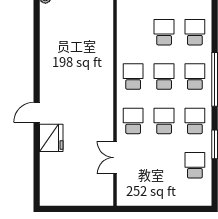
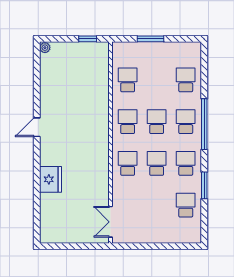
school desk: (164, 32) -> (128, 80), moved
door: (37, 112) -> (37, 127), moved
double door: (115, 158) -> (111, 222), moved

